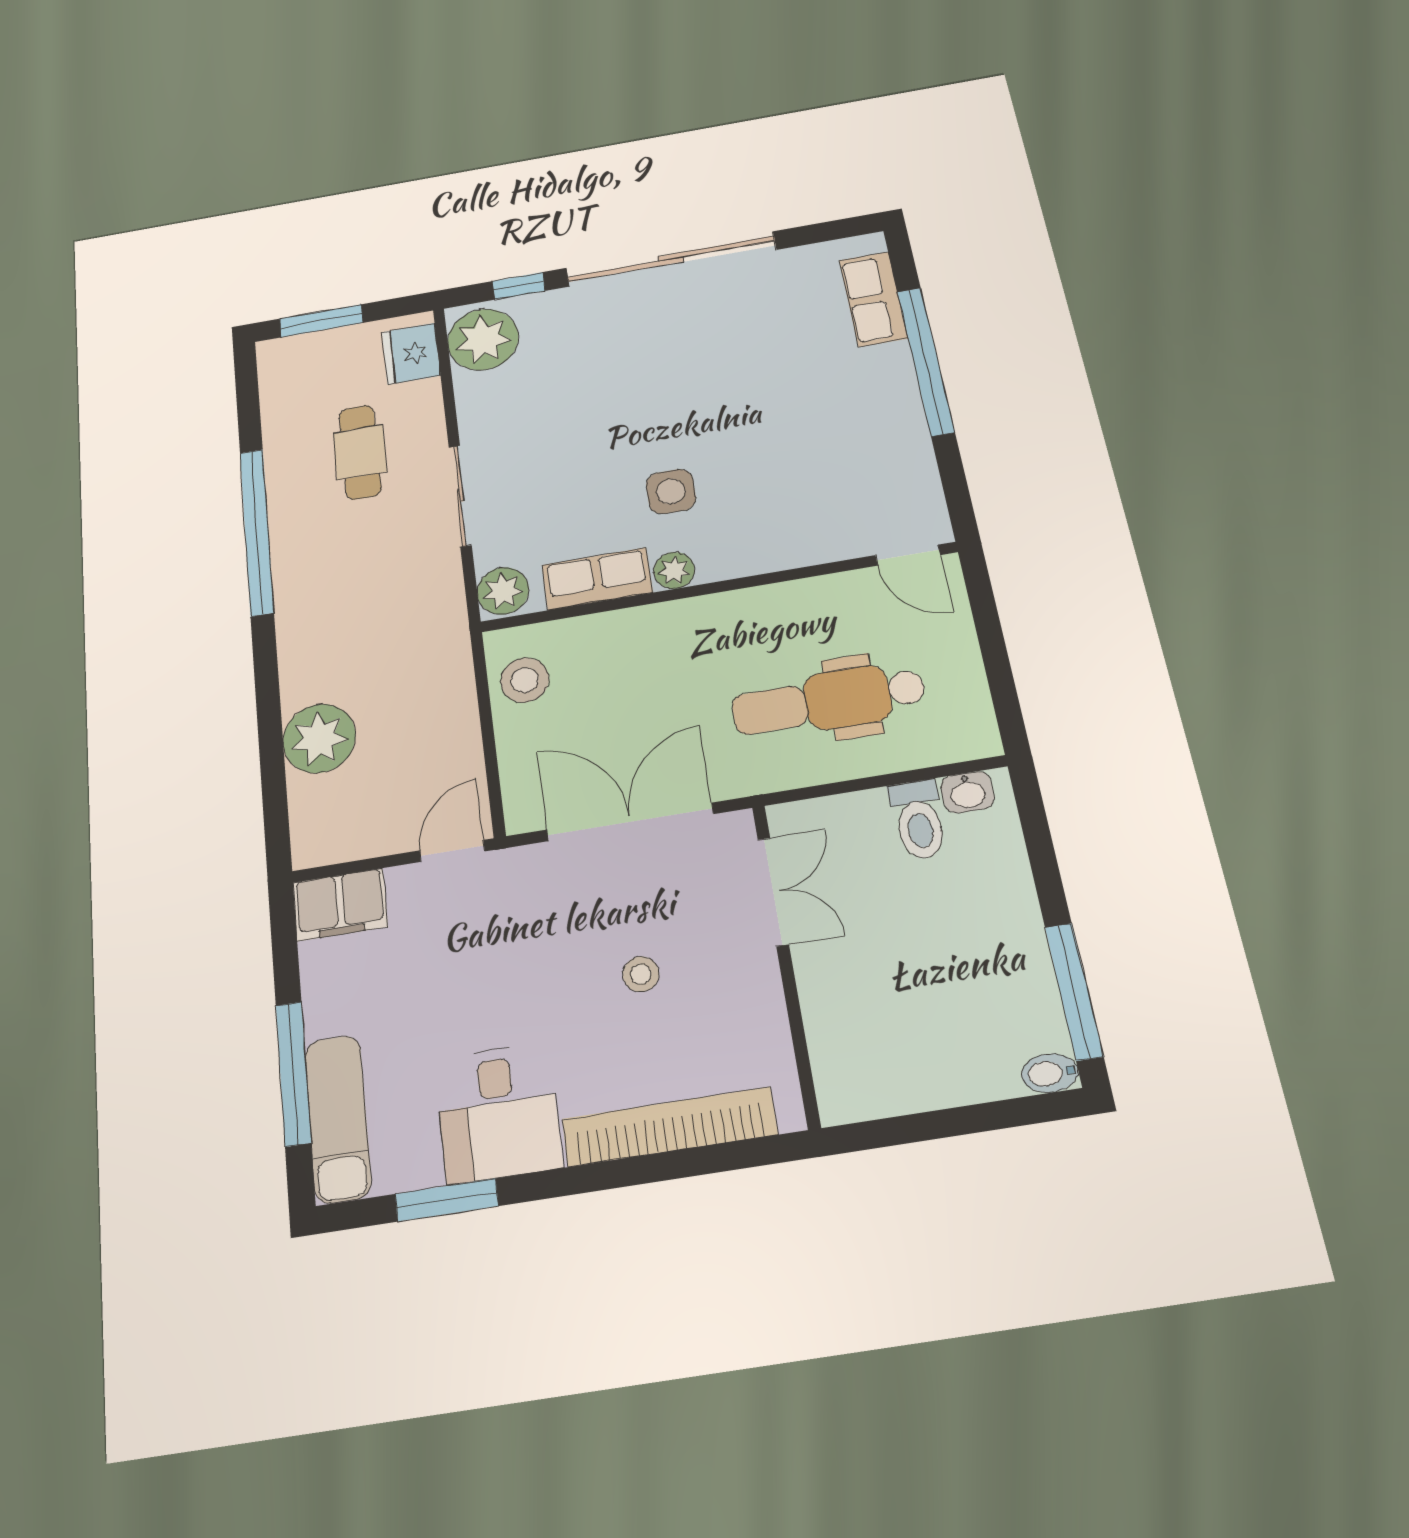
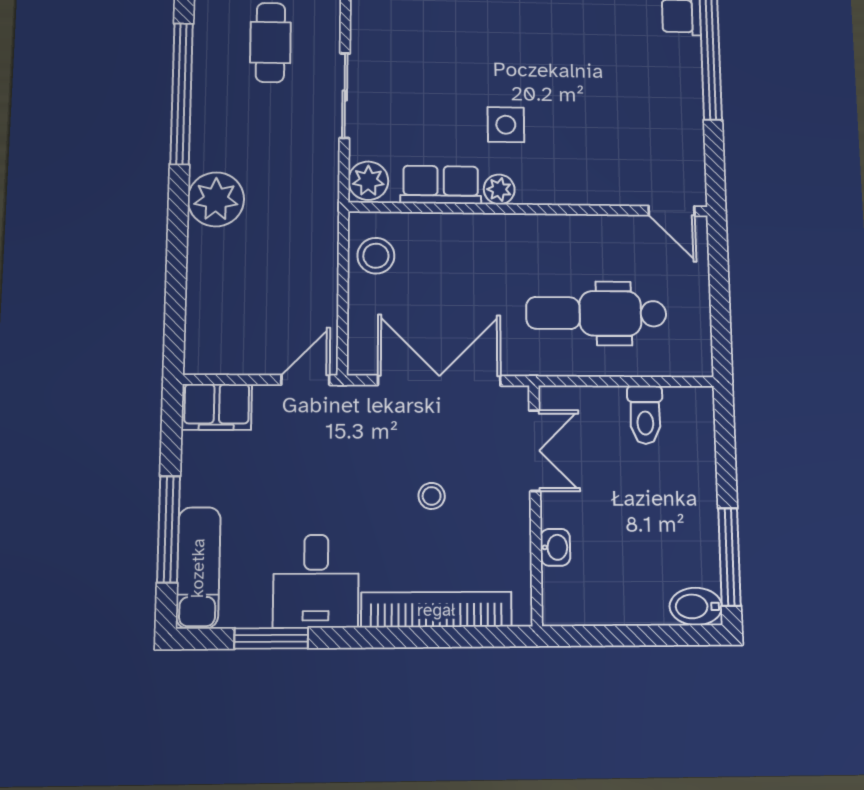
plant: (319, 738) -> (216, 199), moved
washbasin: (967, 792) -> (555, 547), moved, turned -90
bidet: (1050, 1073) -> (696, 606), width x1.38, depth x1.36

